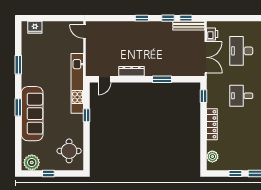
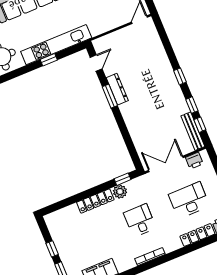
double door: (206, 57) -> (166, 164), swing flipped
door: (105, 79) -> (96, 63), swing flipped
window: (162, 79) -> (110, 96), moved
kitchen unit: (77, 83) -> (56, 45), moved
plant: (212, 157) -> (120, 192), moved

